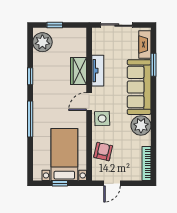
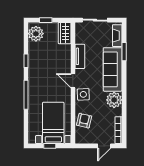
wardrobe: (79, 71) -> (65, 33), moved
door: (89, 101) -> (73, 81), hinge flipped
door: (112, 183) -> (104, 146), moved

